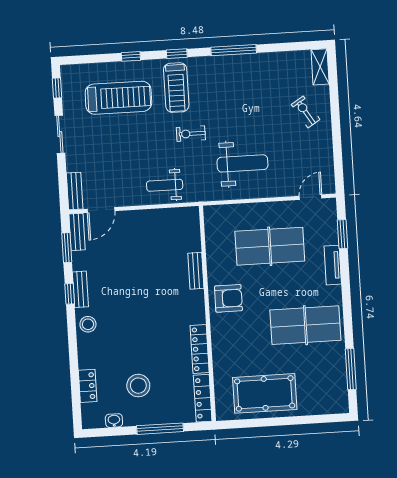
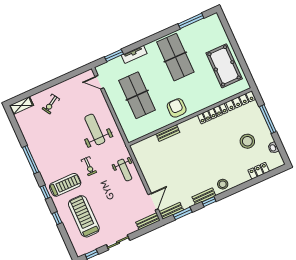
door: (101, 210) -> (153, 202), hinge flipped

